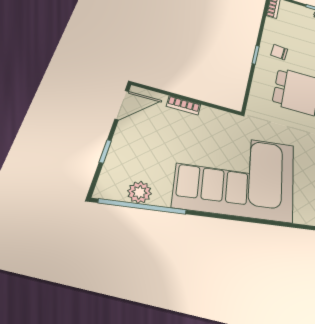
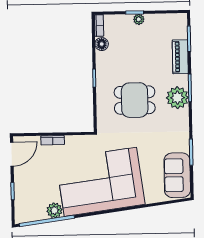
floor lamp: (272, 25) -> (102, 44), added
chair: (279, 52) -> (112, 69), removed
plant: (139, 192) -> (54, 210), moved

